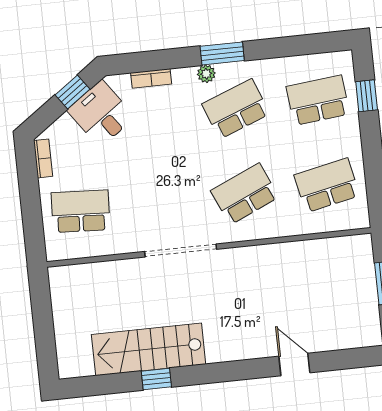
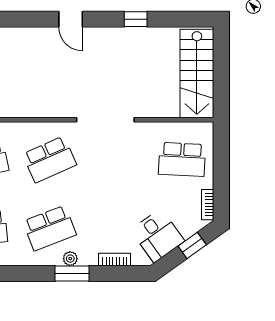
window: (222, 53) -> (72, 273), moved
window: (72, 92) -> (192, 245), moved
stairs: (149, 349) -> (197, 73), moved, turned 90
door: (294, 364) -> (71, 19), moved

